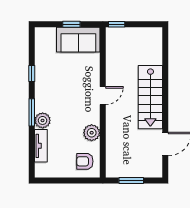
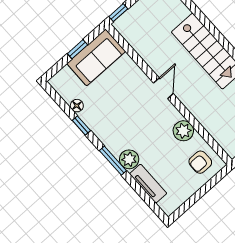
floor lamp: (40, 59) -> (77, 106), added

